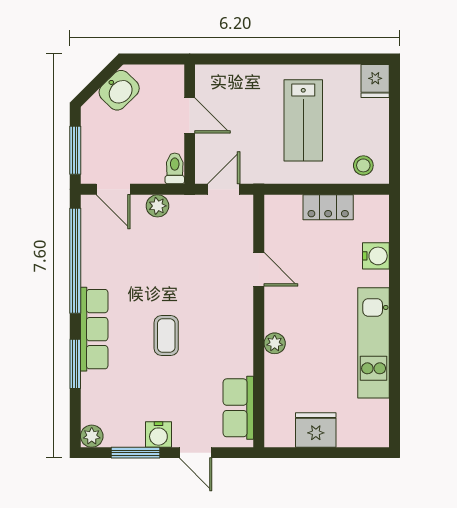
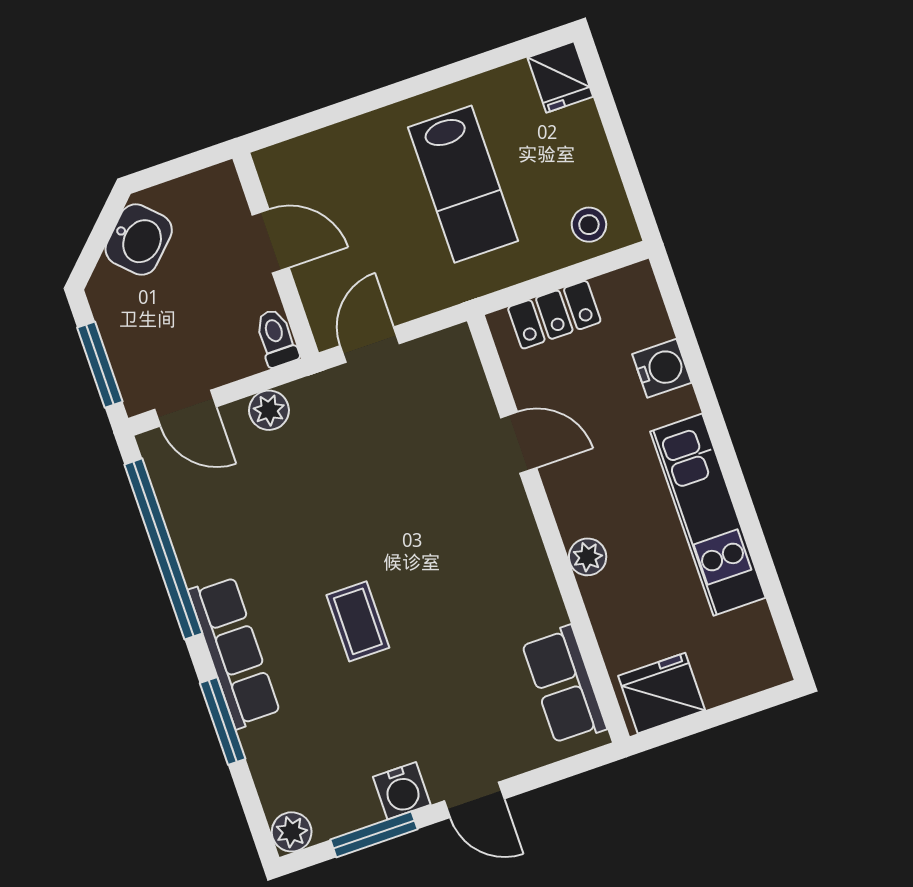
door: (259, 269) -> (519, 443), moved
wall: (259, 321) -> (548, 529), moved
plant: (275, 343) -> (588, 557), moved
row of seats: (238, 408) -> (564, 685), moved

